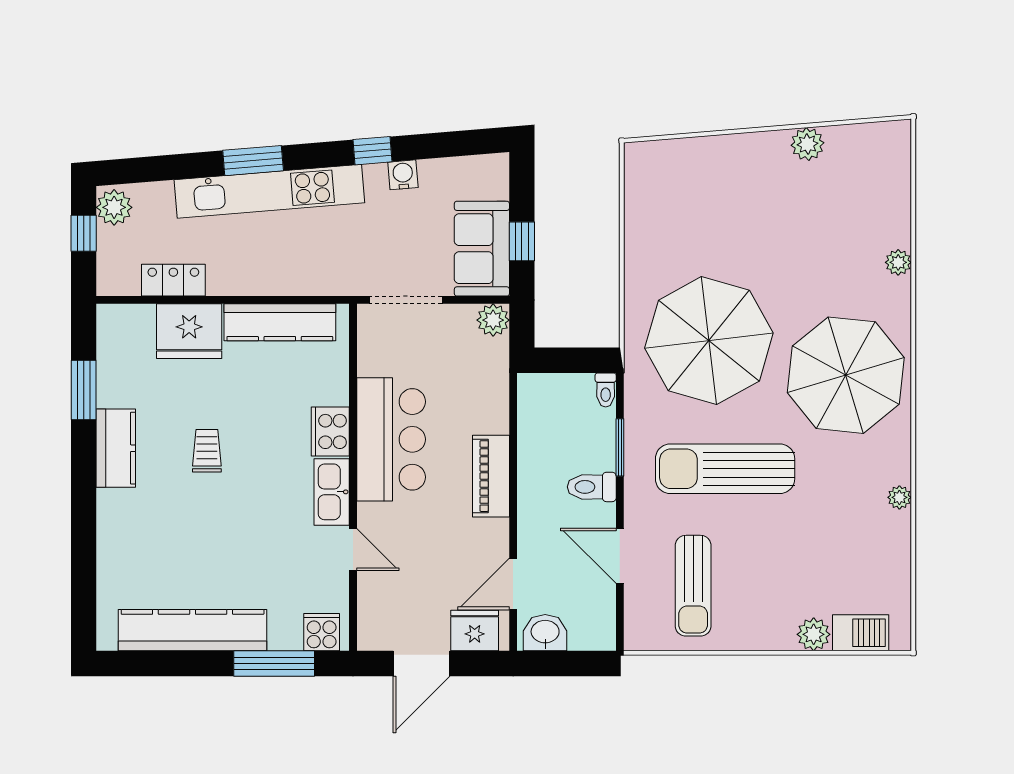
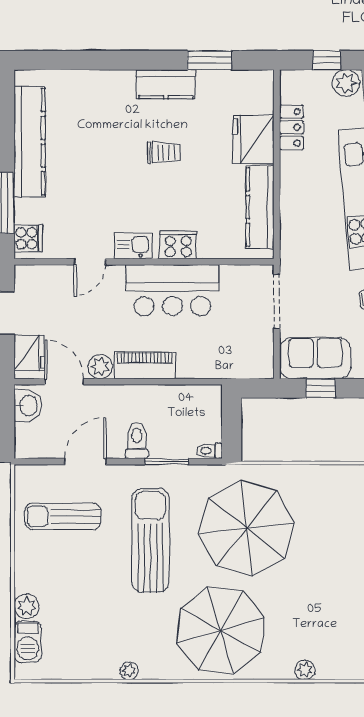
plant: (493, 320) -> (100, 367), moved
kitchen sink: (332, 492) -> (133, 246), width x0.73

